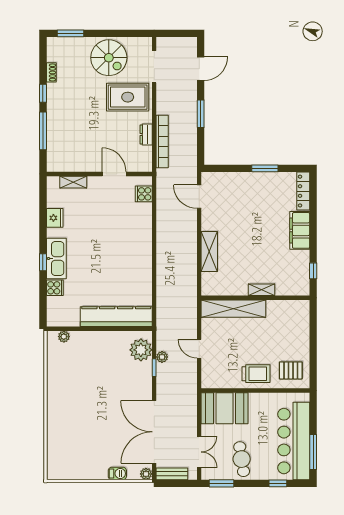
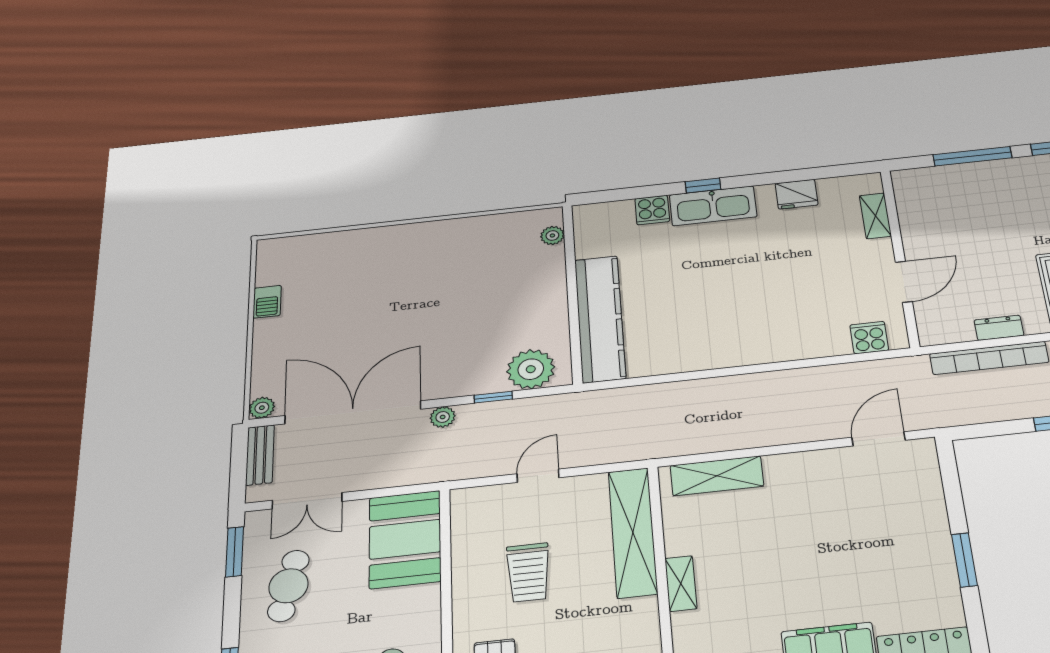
shelving: (209, 252) -> (717, 476), moved
plant: (162, 357) -> (443, 417), moved
trolley: (256, 374) -> (528, 572), moved
cafe table: (242, 459) -> (288, 586), turned -68
barbecue: (117, 473) -> (267, 302), moved

